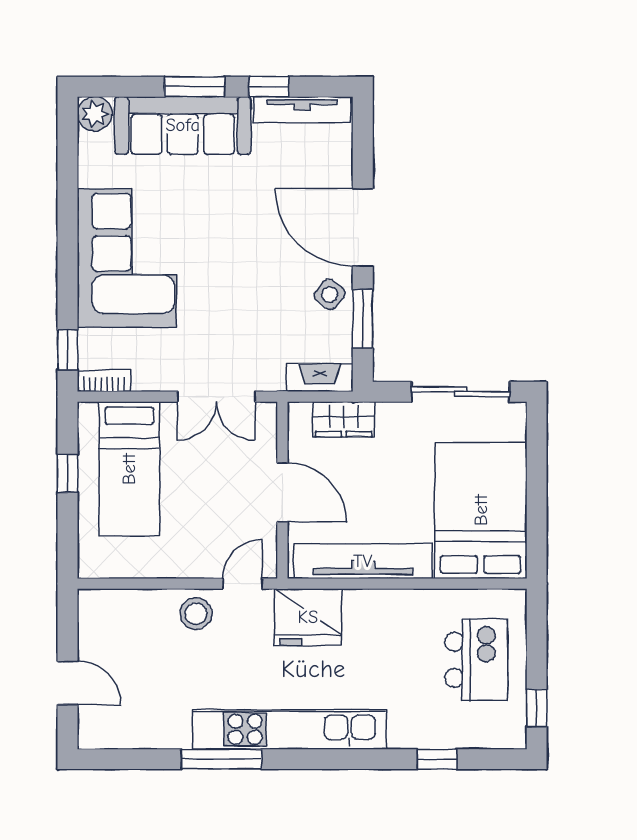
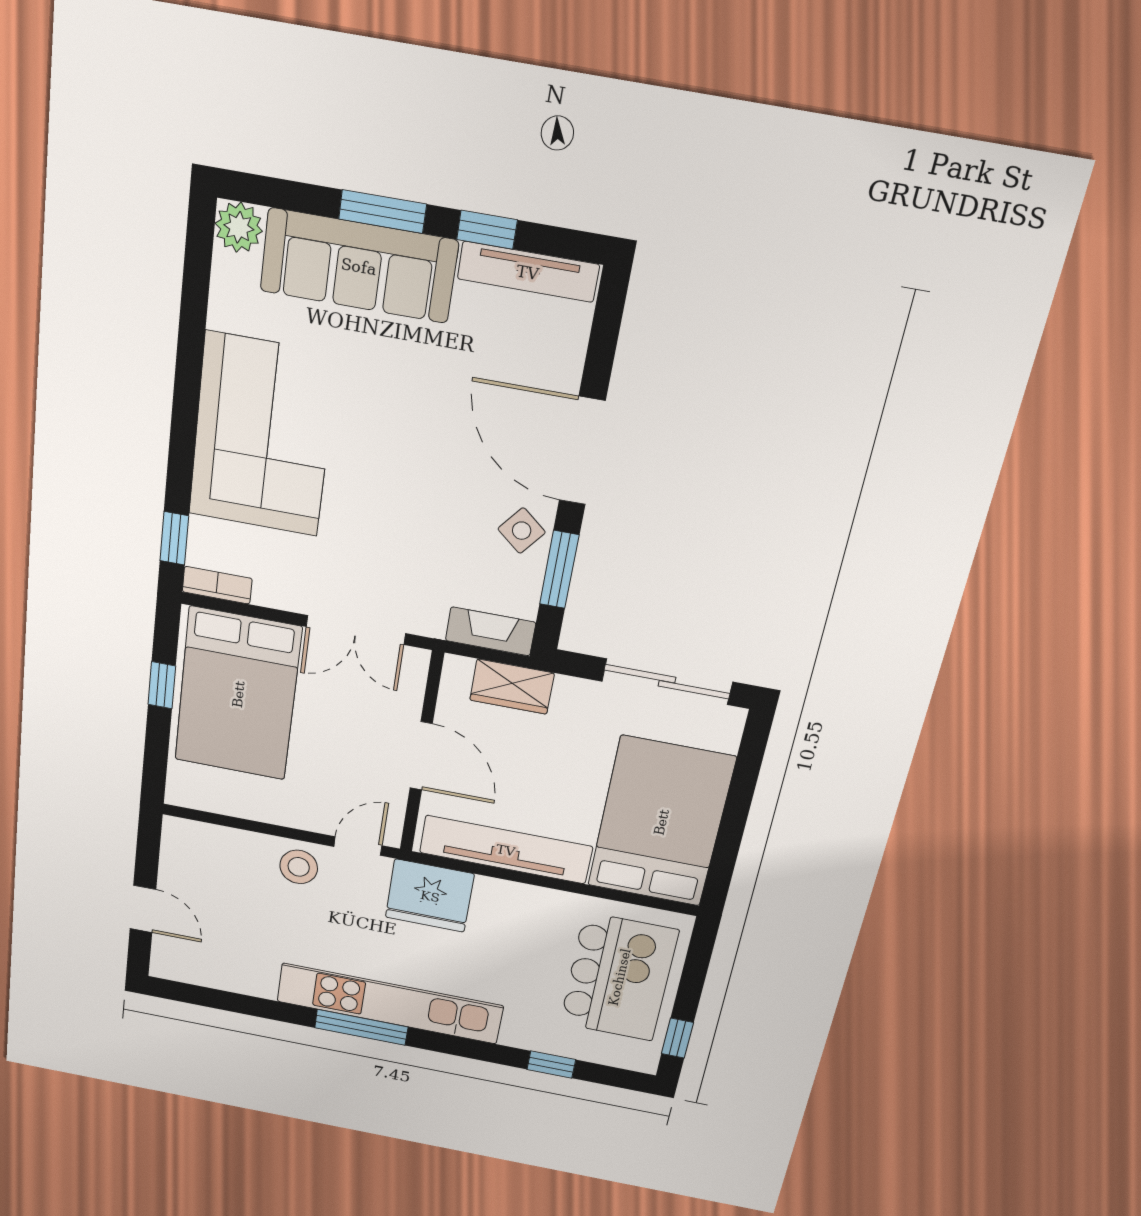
bed: (129, 469) -> (238, 694), width x1.50
kitchen island: (476, 660) -> (619, 977), width x1.37, depth x1.28
window: (221, 759) -> (361, 1027), moved

